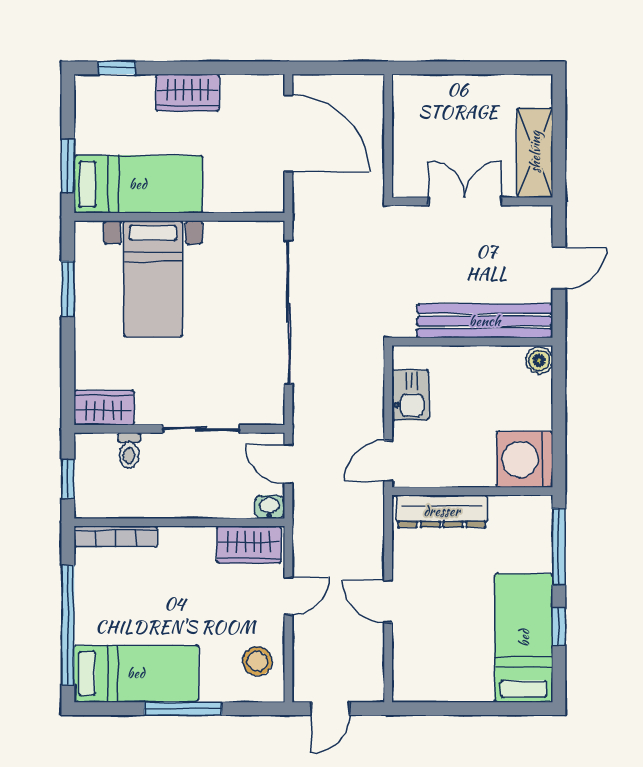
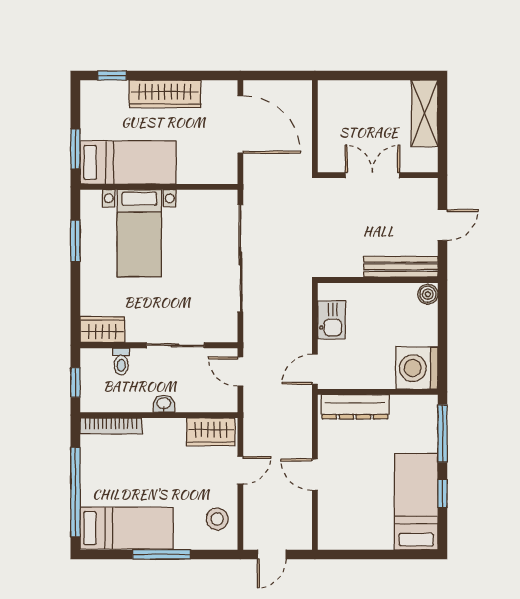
wardrobe: (187, 93) -> (165, 94), width x1.50
shelving: (535, 152) -> (425, 113), moved
bench: (485, 321) -> (401, 267), width x0.73, depth x0.82
washbasin: (269, 507) -> (164, 404), moved

